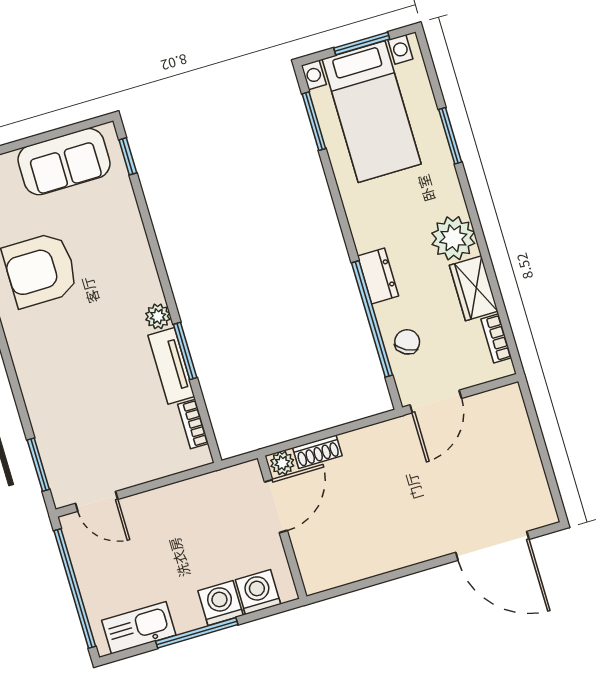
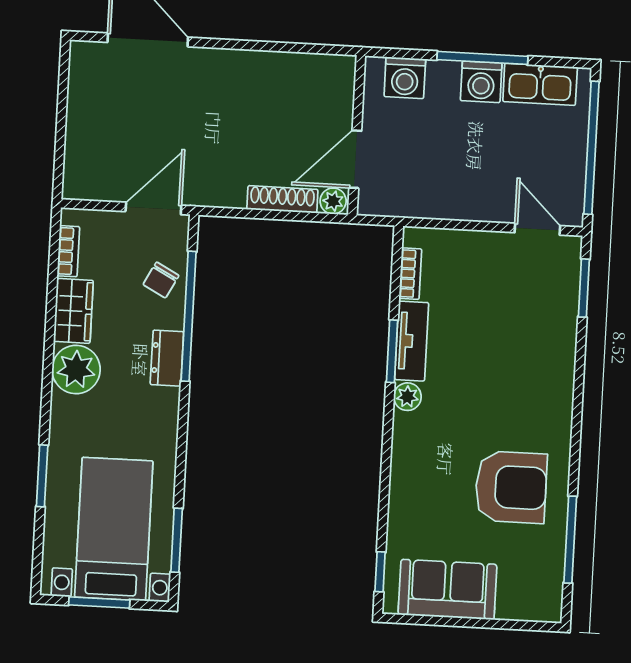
shoe rack: (317, 452) -> (282, 199), width x1.43
washing machine: (221, 603) -> (481, 82), moved

